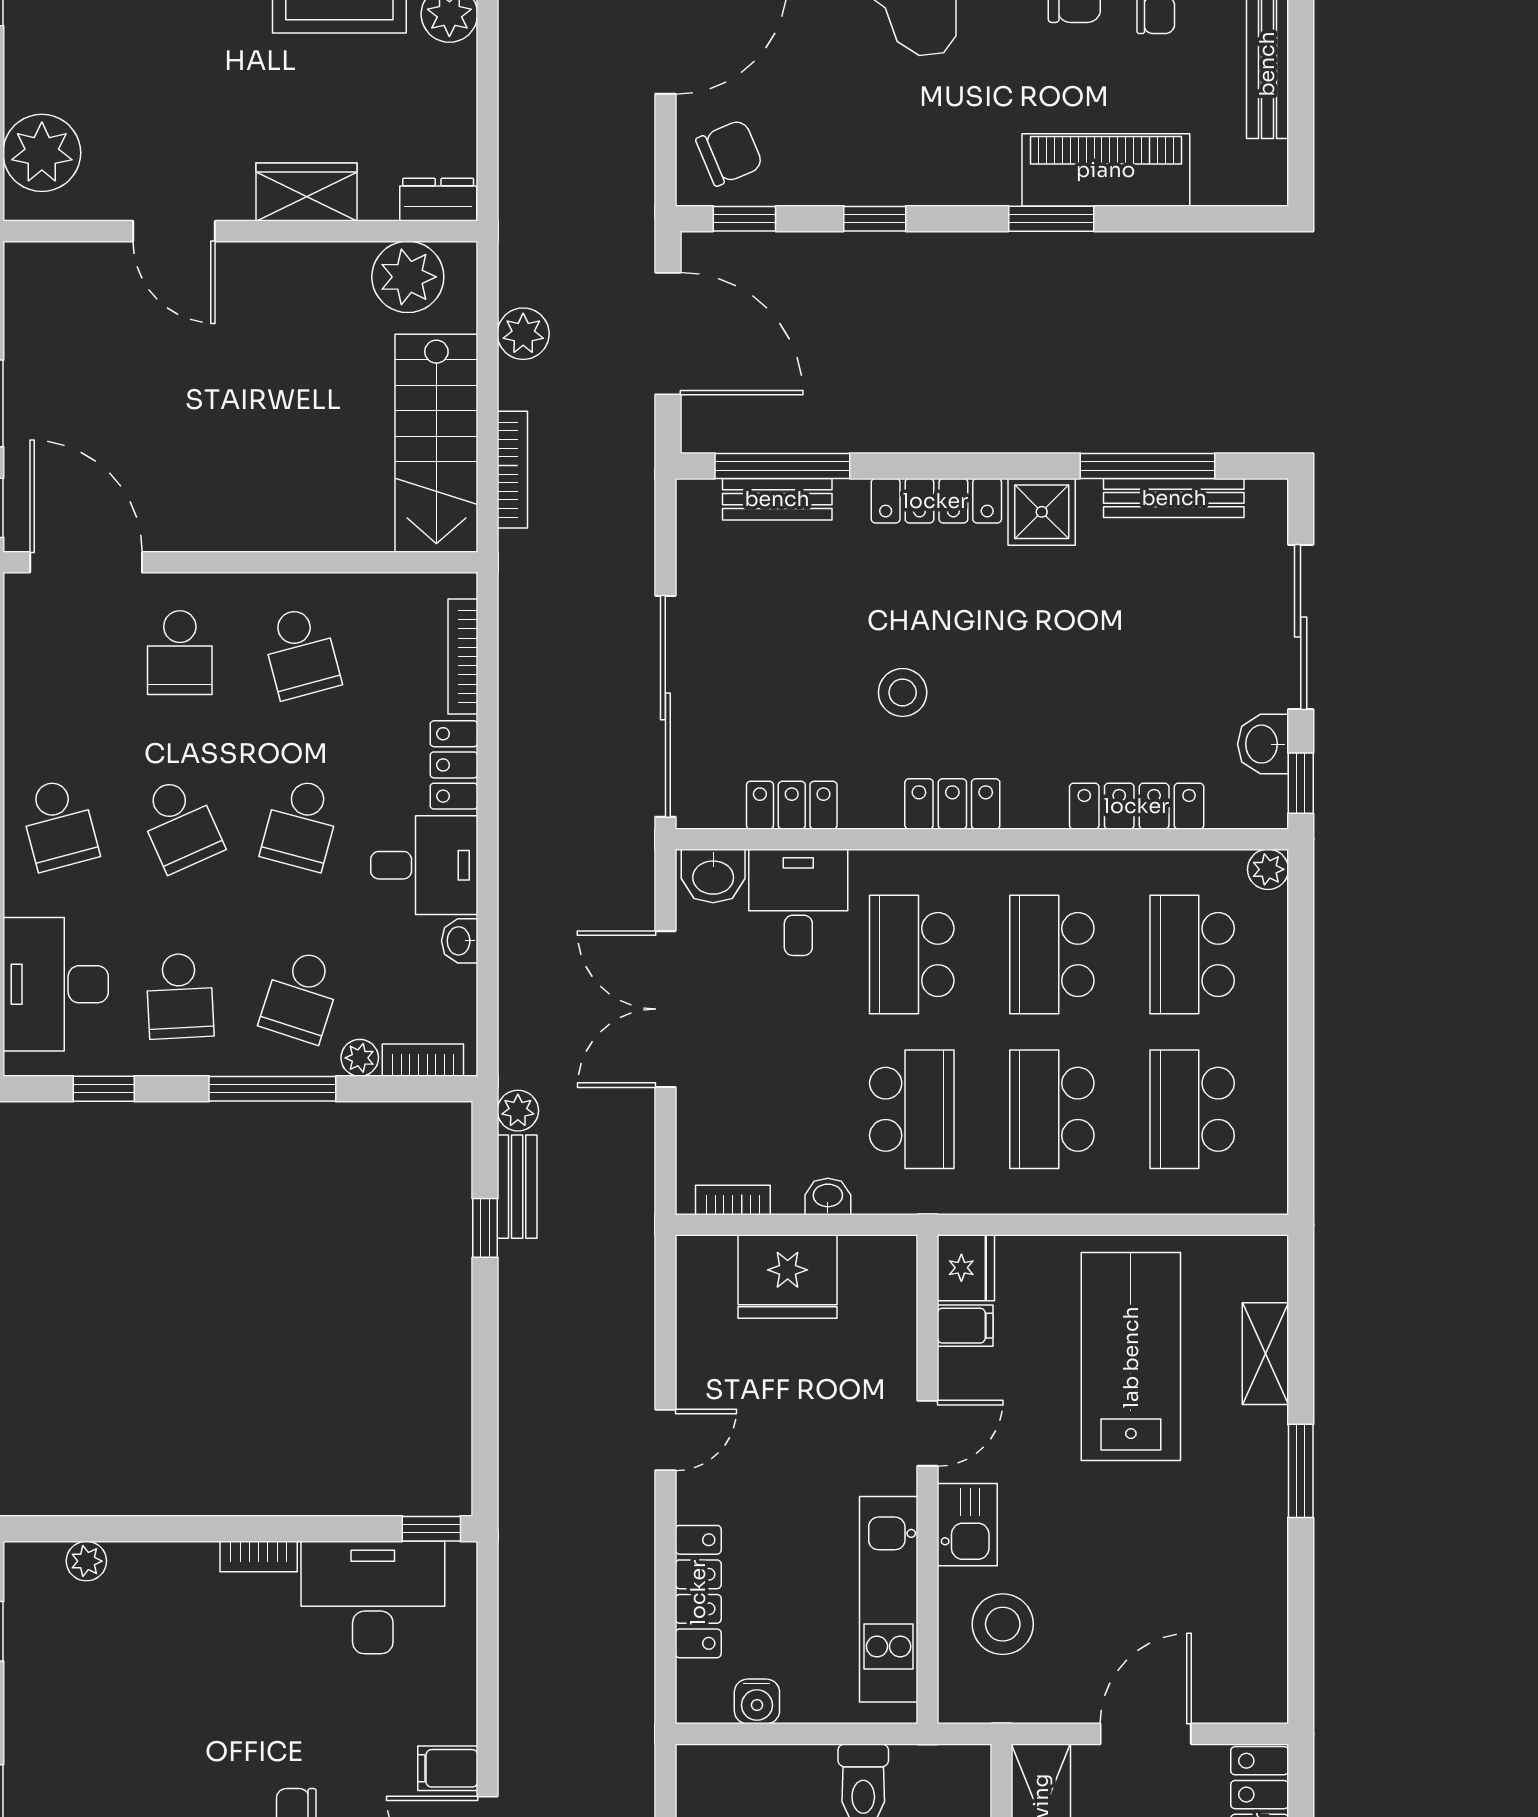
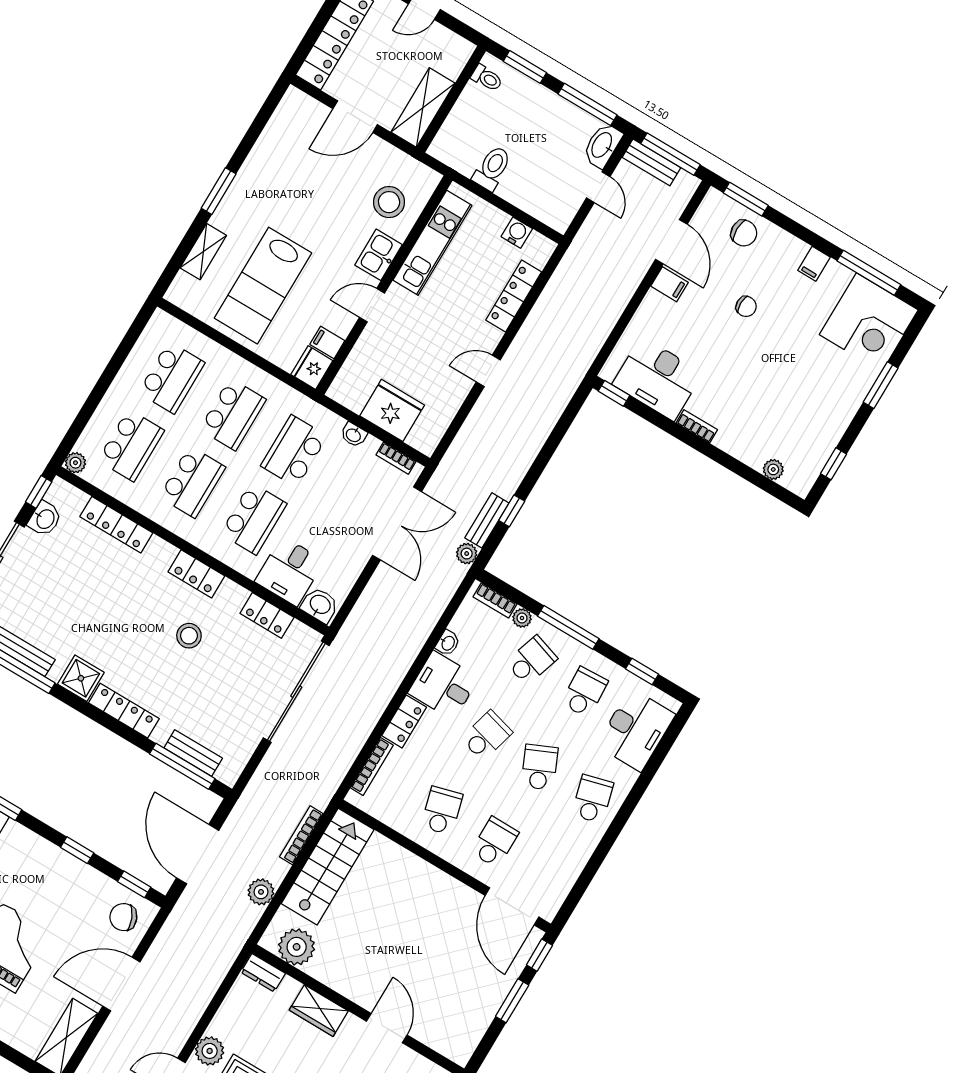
double door: (665, 1009) -> (397, 523), moved

